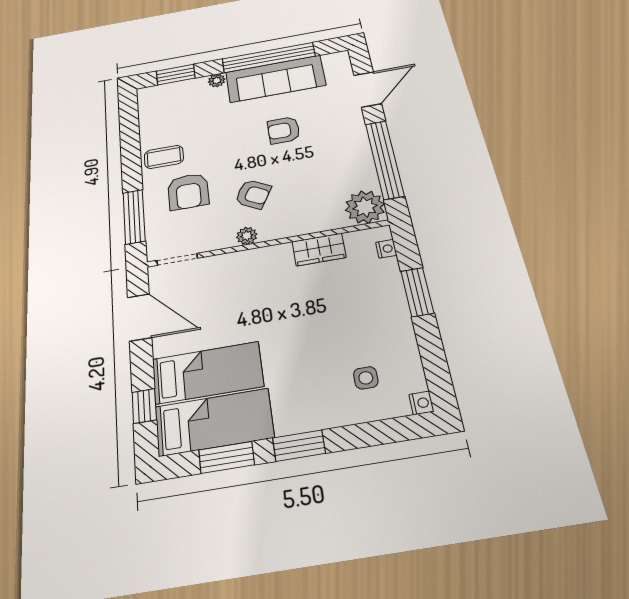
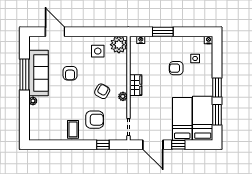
window: (268, 58) -> (24, 74), width x0.68
window: (176, 75) -> (24, 120), removed
window: (385, 159) -> (96, 32), removed
side table: (342, 170) -> (98, 51), added
window: (134, 217) -> (103, 145), width x0.46
wardrobe: (319, 249) -> (136, 85), moved
door: (139, 317) -> (153, 145), swing flipped
armchair: (333, 337) -> (176, 68), added
window: (144, 406) -> (178, 145), moved

